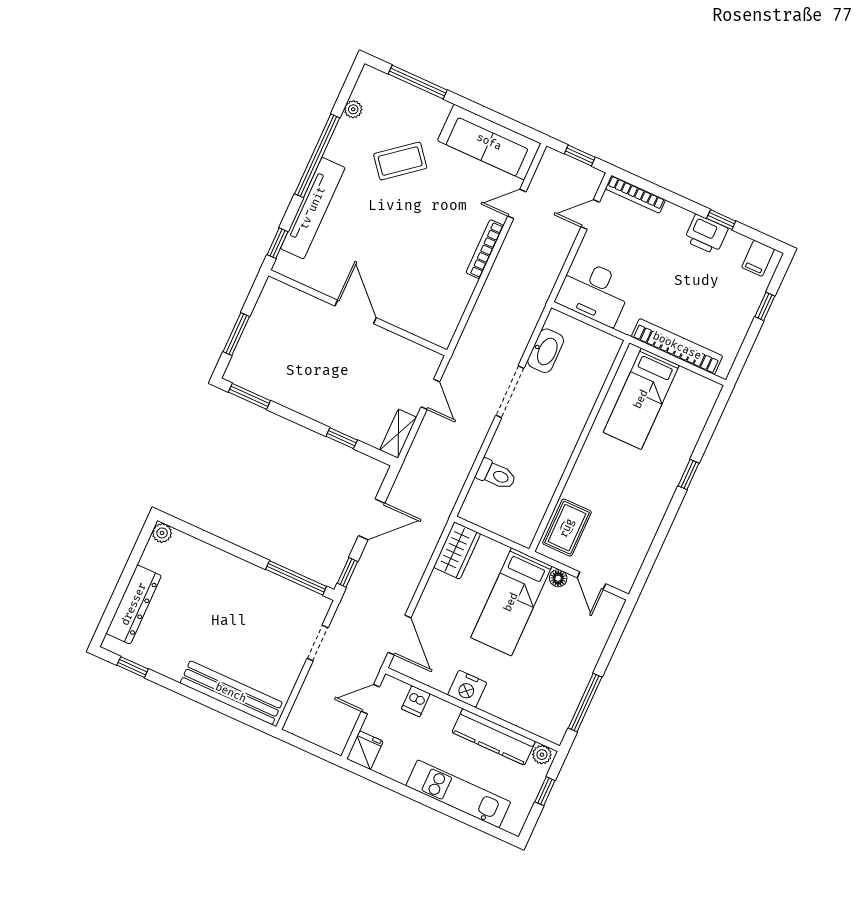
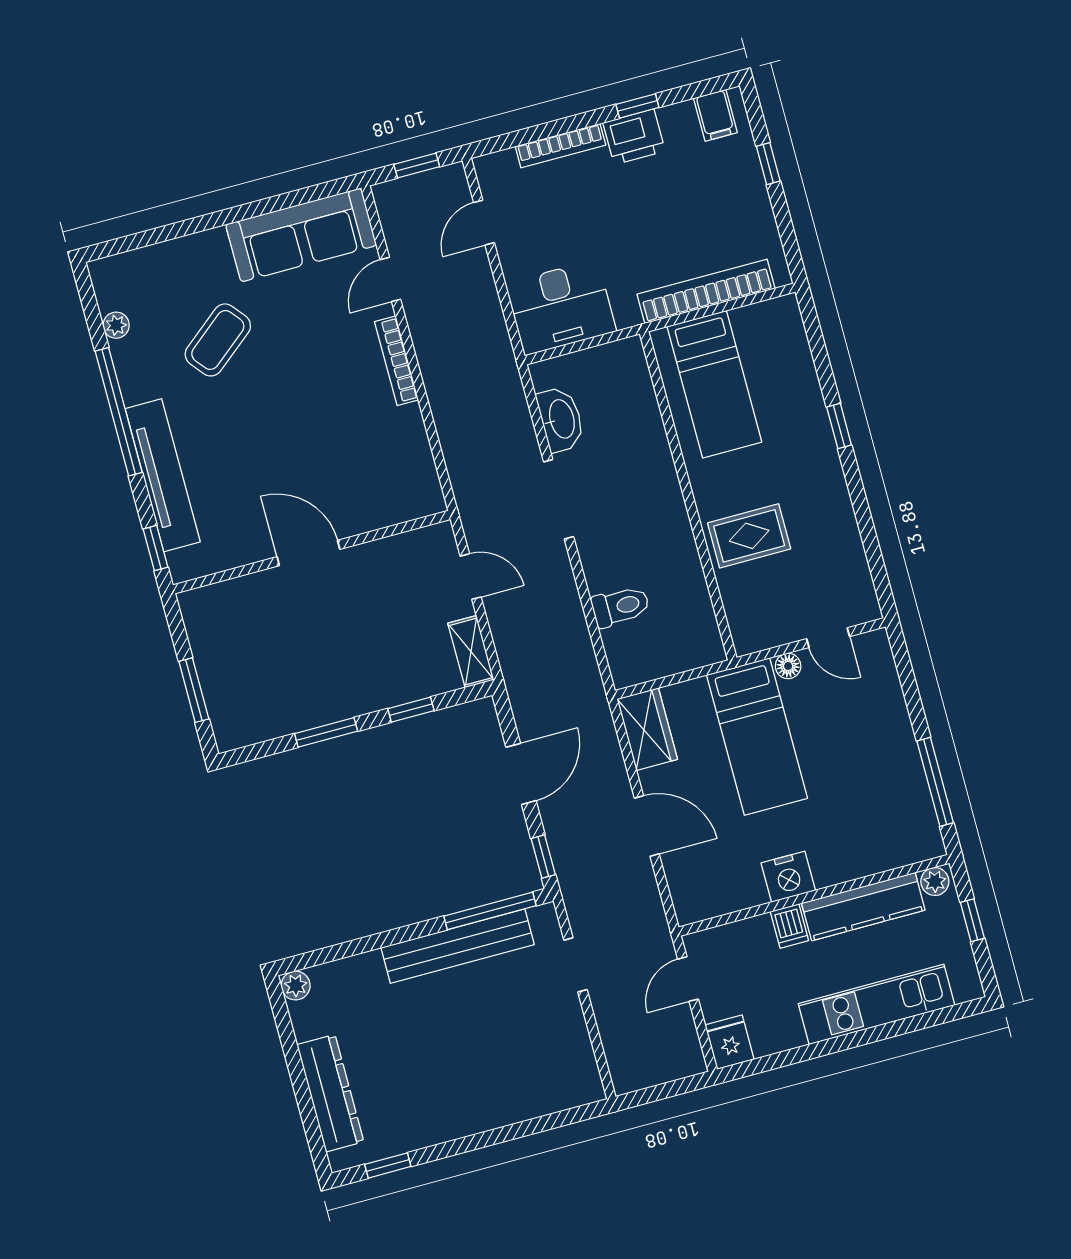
window: (418, 82) -> (164, 234), removed
bookcase: (635, 194) -> (560, 146), moved
window: (249, 396) -> (326, 732), moved
rug: (567, 528) -> (749, 536), moved, turned 90
door: (400, 635) -> (647, 826), moved
bench: (231, 693) -> (458, 946), moved
dishwasher: (416, 701) -> (789, 926), moved

